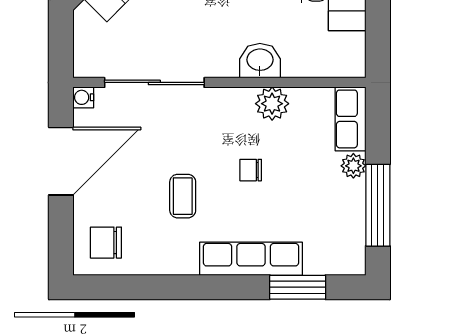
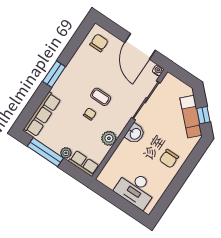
washbasin: (260, 61) -> (135, 134), moved
coffee table: (183, 196) -> (101, 97), moved
row of seats: (251, 259) -> (42, 114), moved
window: (298, 287) -> (54, 74), moved

